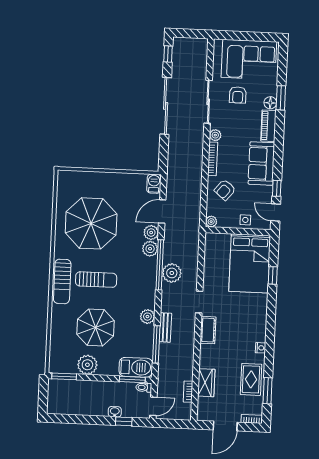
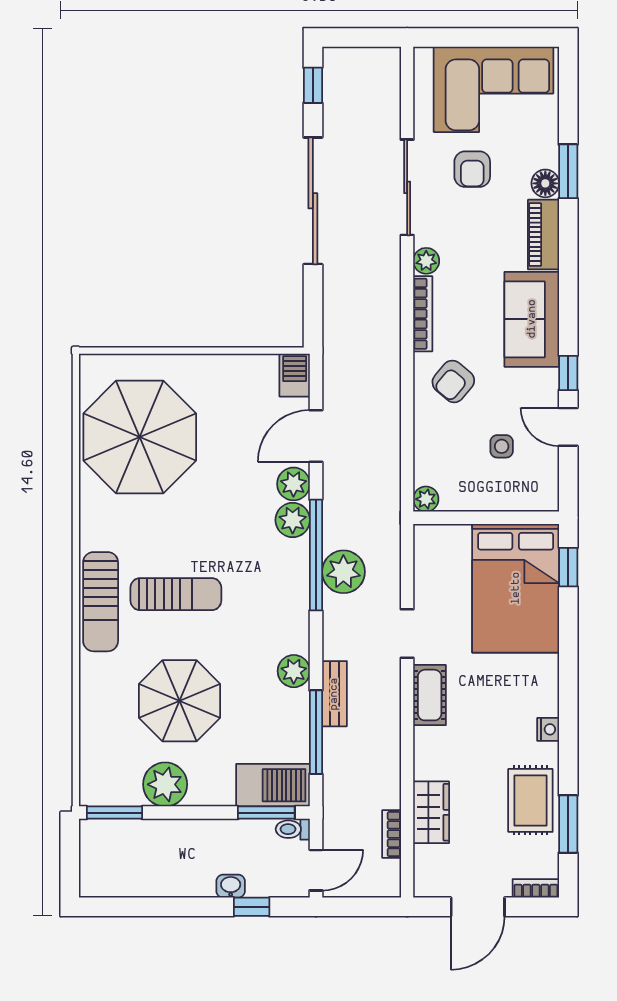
plant: (211, 222) -> (426, 499), moved
parasol: (91, 223) -> (140, 437), moved
wall: (238, 231) -> (486, 518), moved
bed: (250, 263) -> (516, 588), moved

